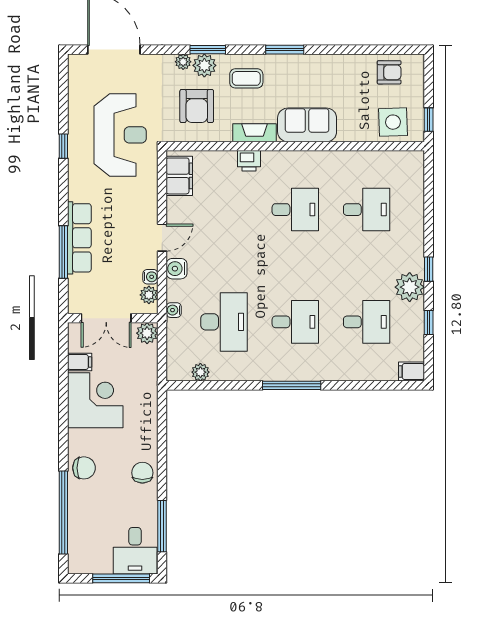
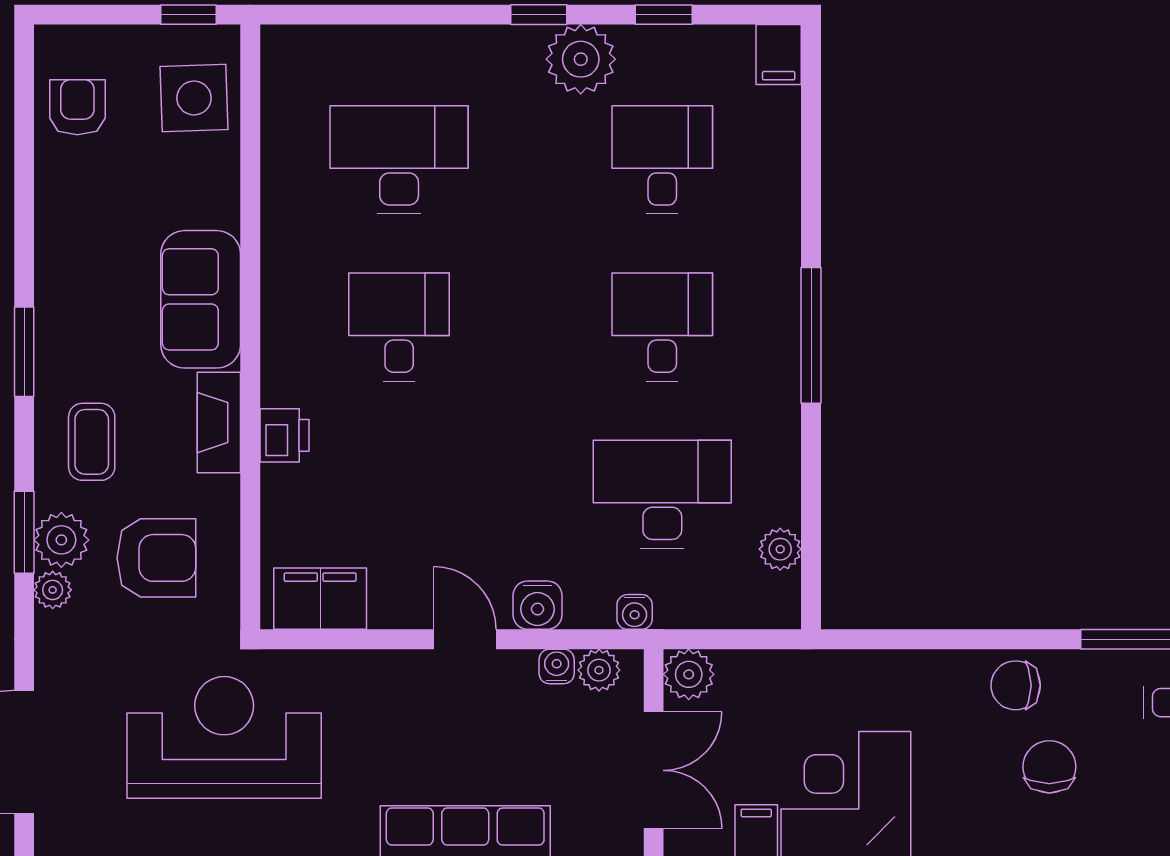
desk: (367, 210) -> (399, 160), width x1.37
chair: (84, 468) -> (1049, 767), moved

